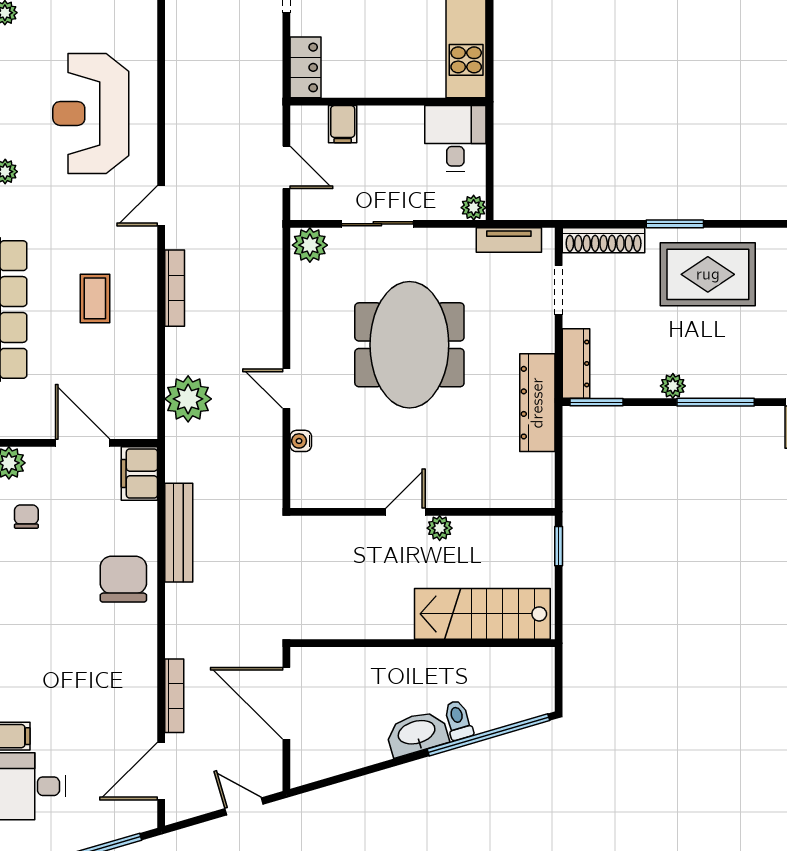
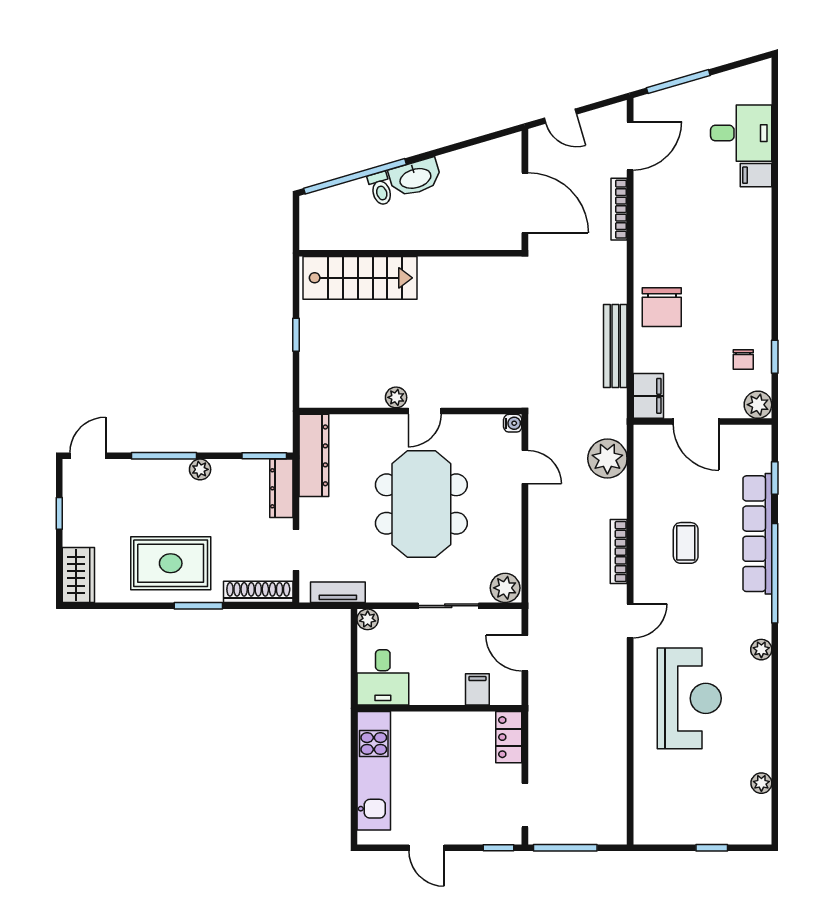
door: (405, 512) -> (425, 411), moved
wall: (422, 512) -> (410, 411), moved
plant: (440, 528) -> (396, 397), moved

